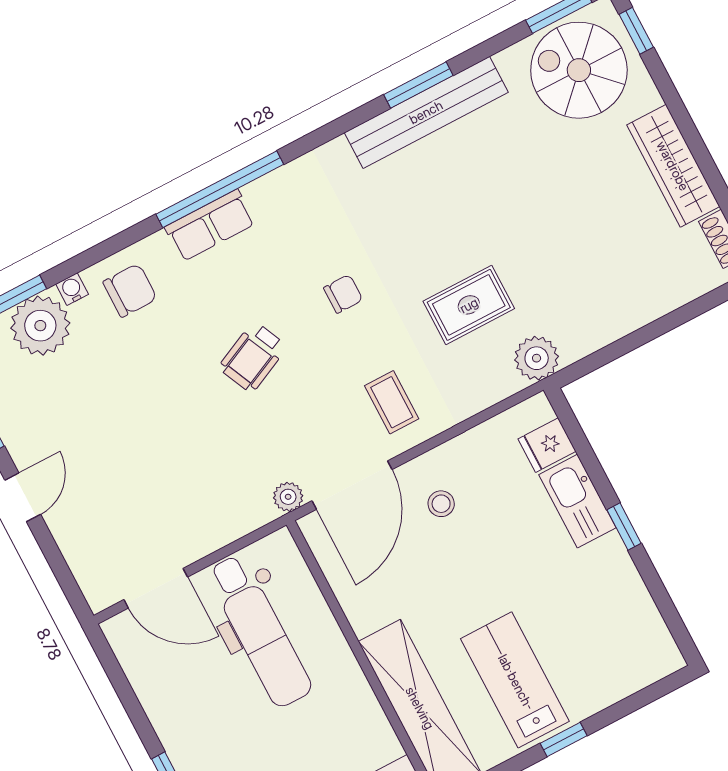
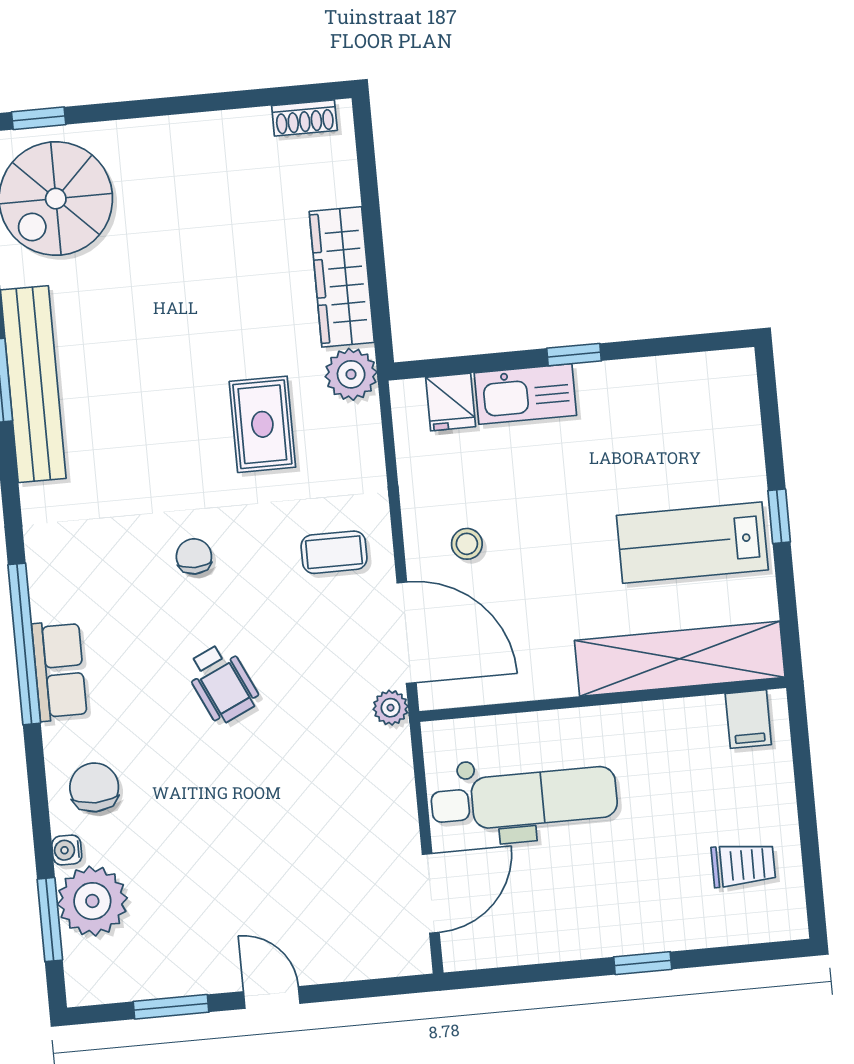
wardrobe: (673, 166) -> (342, 277), moved, turned 90

